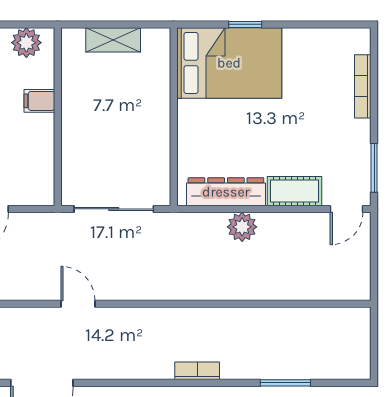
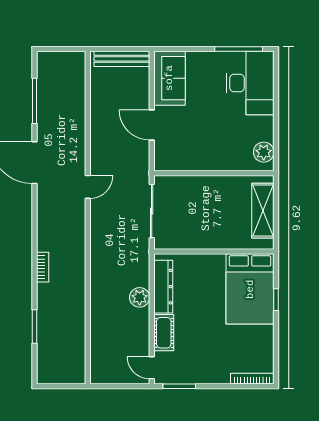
shelving: (113, 40) -> (263, 211), width x1.50, depth x1.33
bookcase: (363, 86) -> (252, 379), moved
filing cabinet: (39, 101) -> (224, 161), removed

